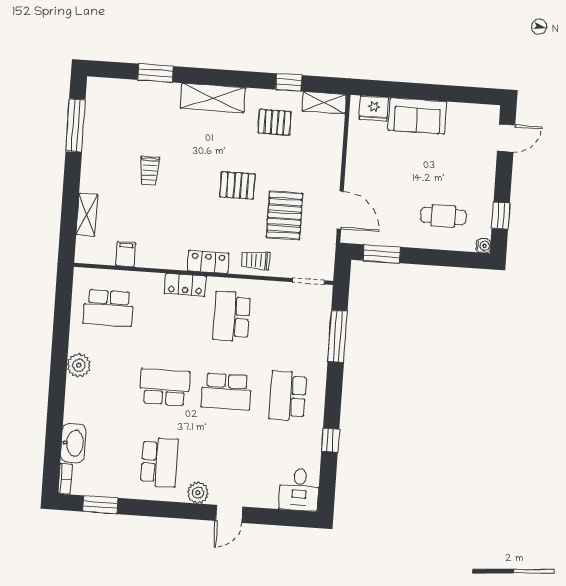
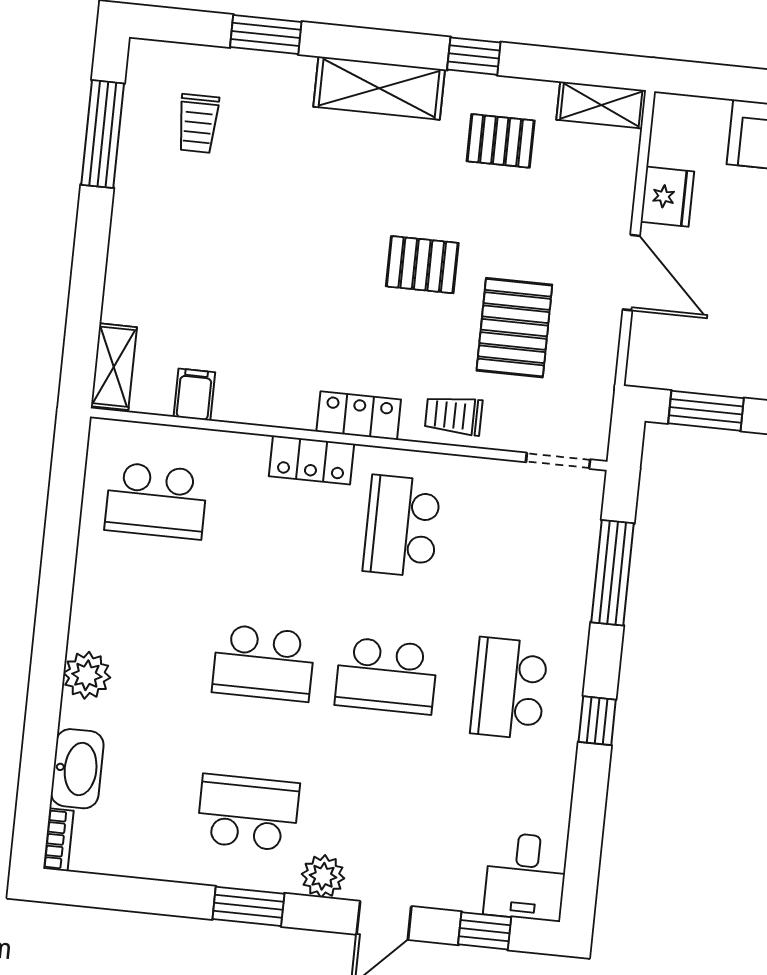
window: (289, 82) -> (474, 56), moved
fridge: (374, 108) -> (667, 197), moved, turned -90
trolley: (150, 171) -> (198, 123), moved
door: (340, 210) -> (631, 273), moved
shelving: (87, 215) -> (114, 367), moved
plant: (79, 365) -> (87, 675), moved
school desk: (165, 387) -> (264, 663), turned 180
window: (330, 440) -> (597, 721), moved
school desk: (159, 462) -> (248, 813), turned -90
window: (100, 505) -> (248, 906), moved
window: (280, 517) -> (485, 931), added

